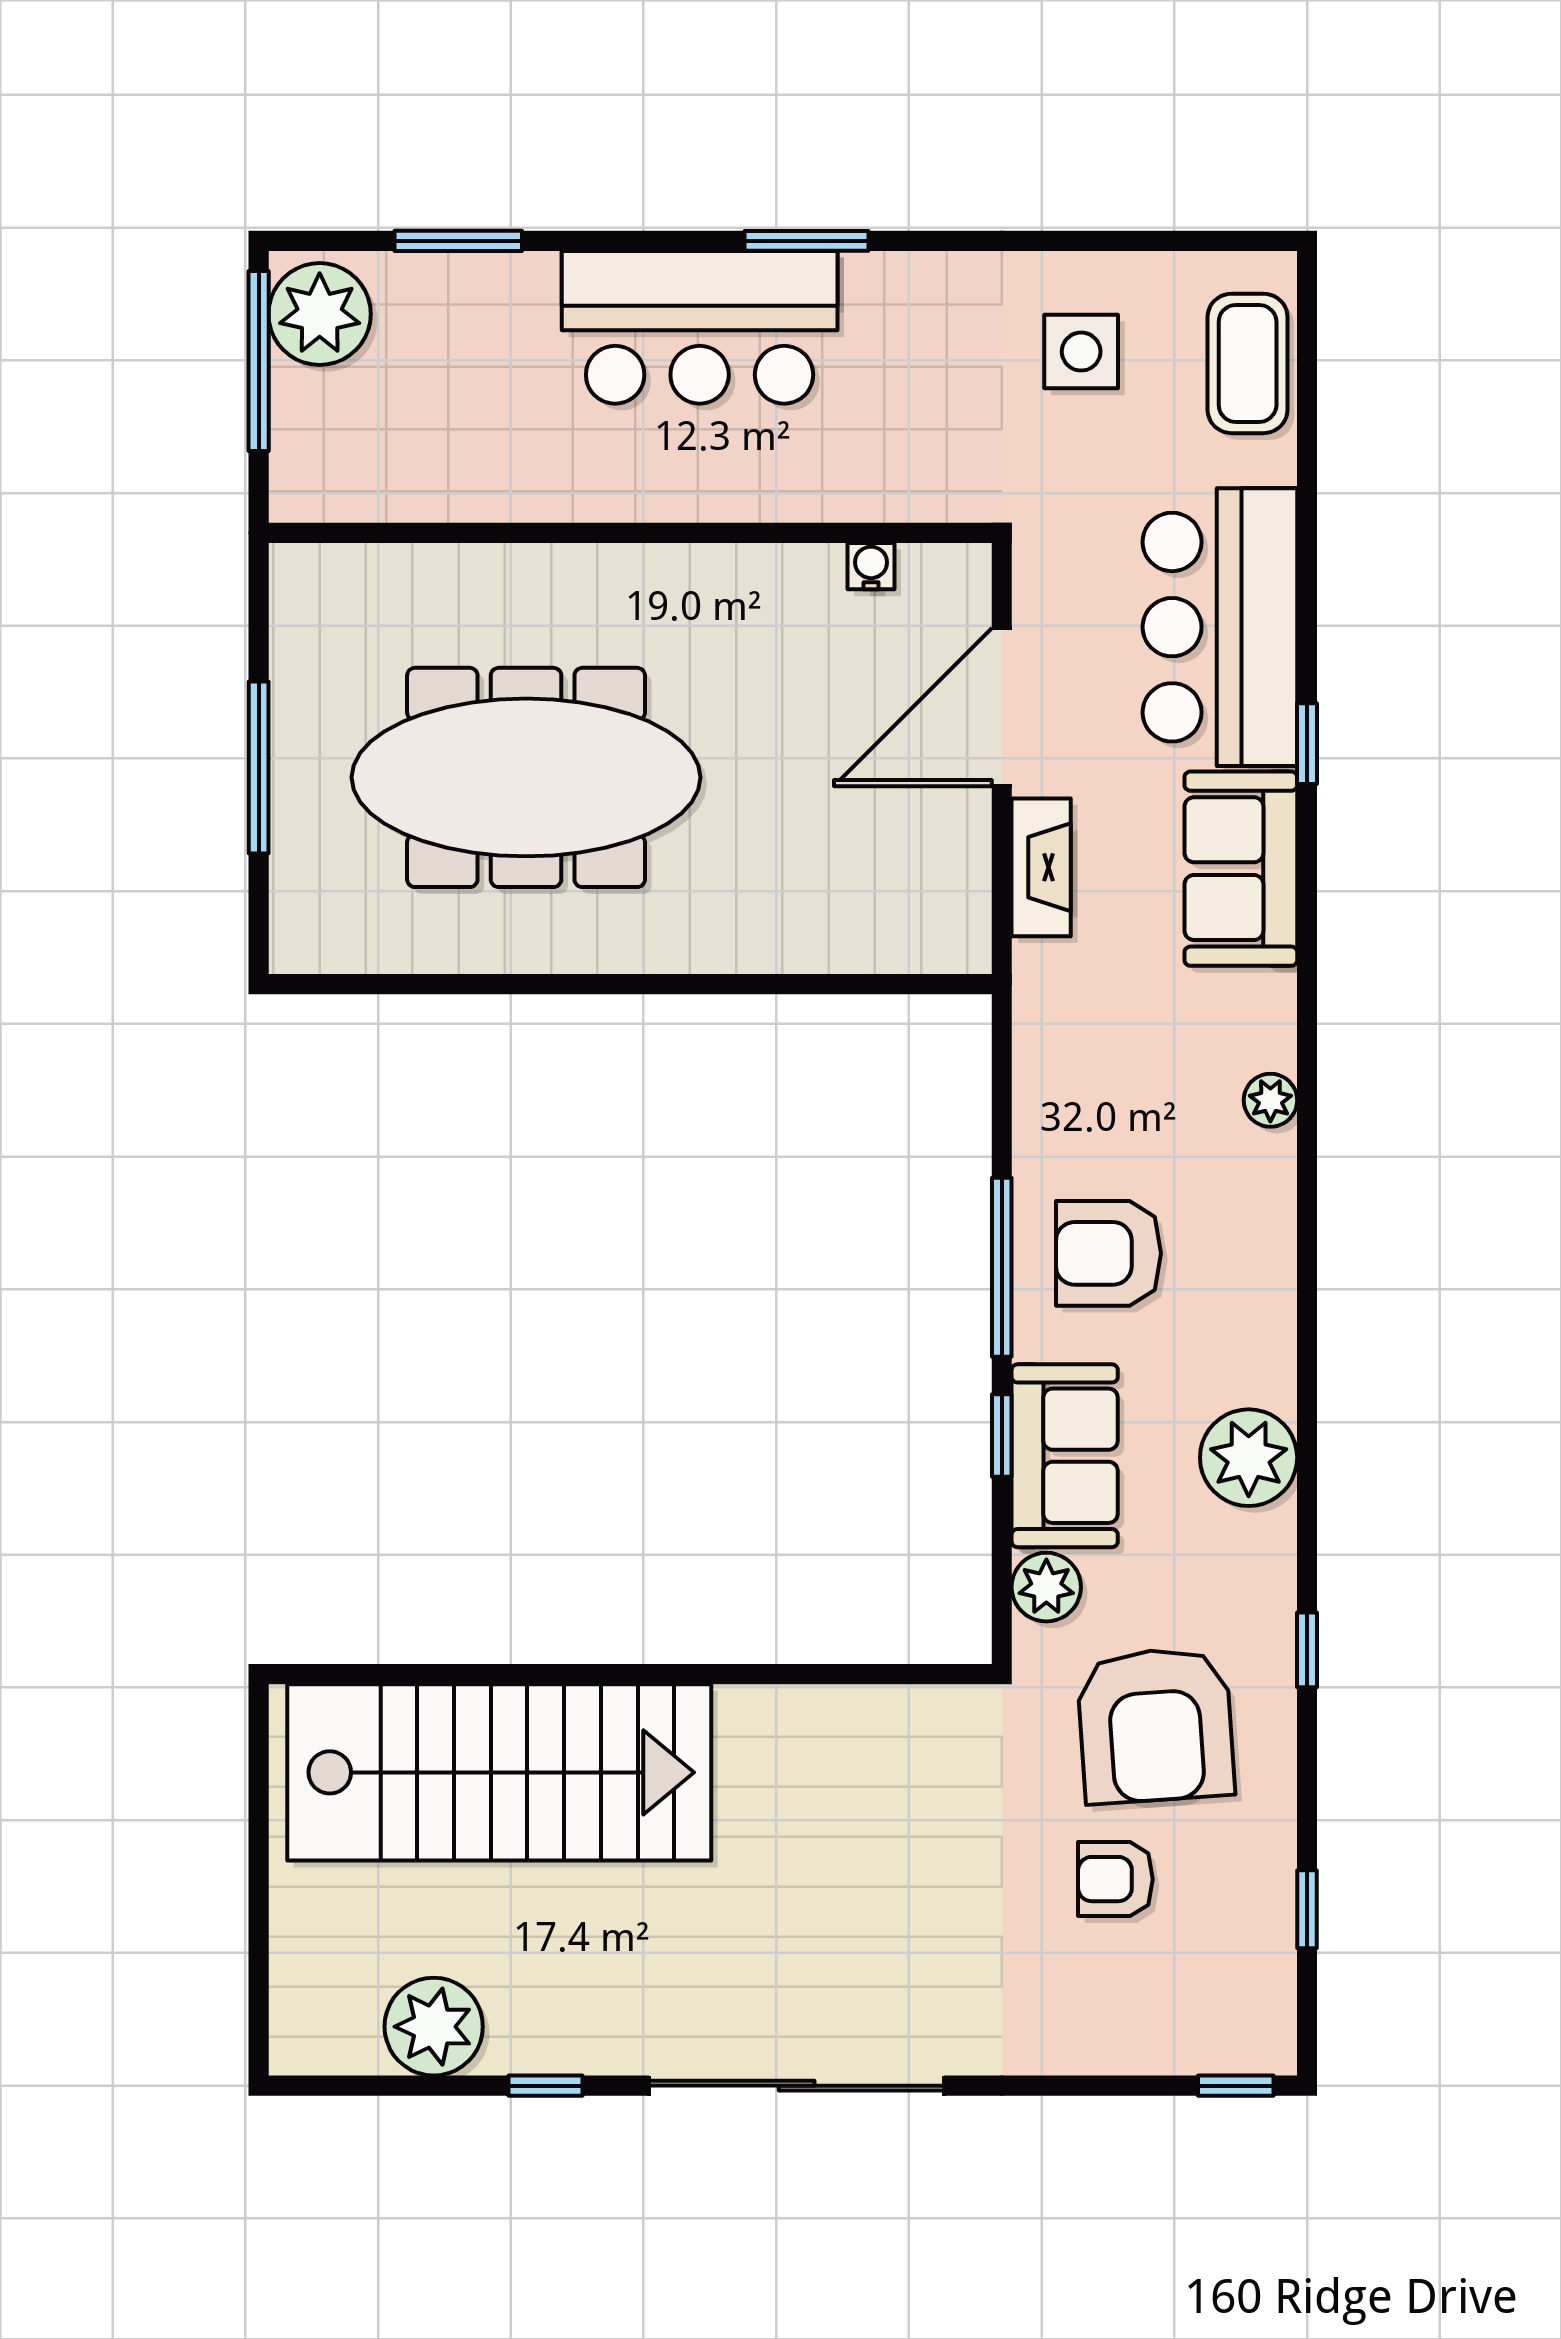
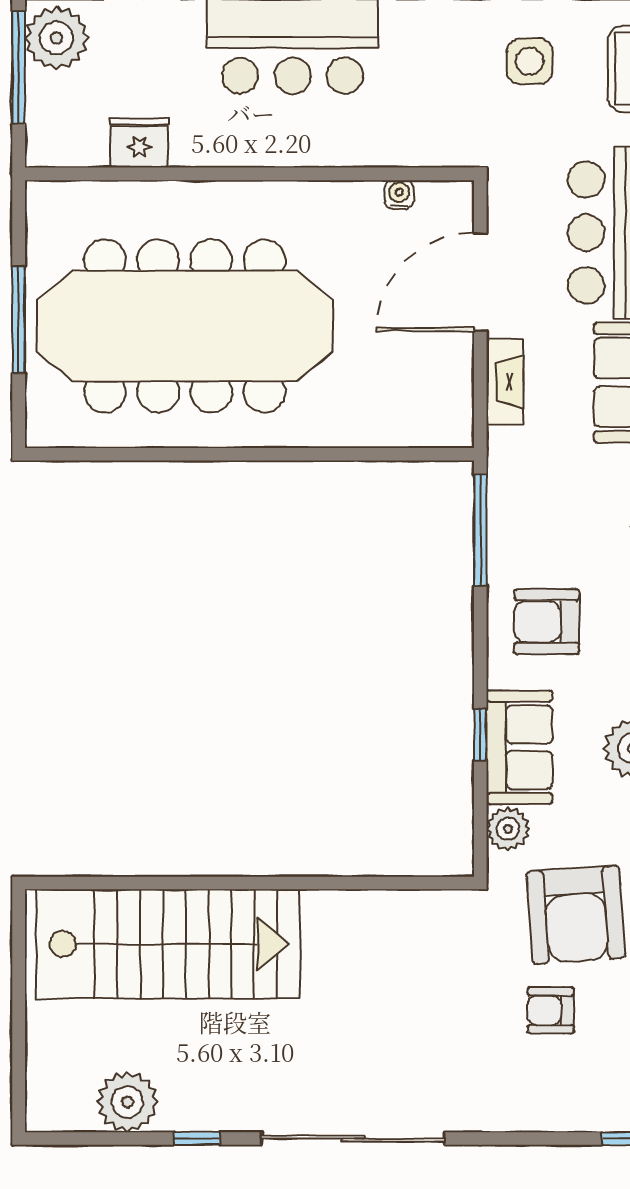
fridge: (453, 483) -> (139, 143), added
meeting table: (526, 777) -> (185, 326), width x1.36, depth x1.27
window: (1002, 1267) -> (480, 530), moved

